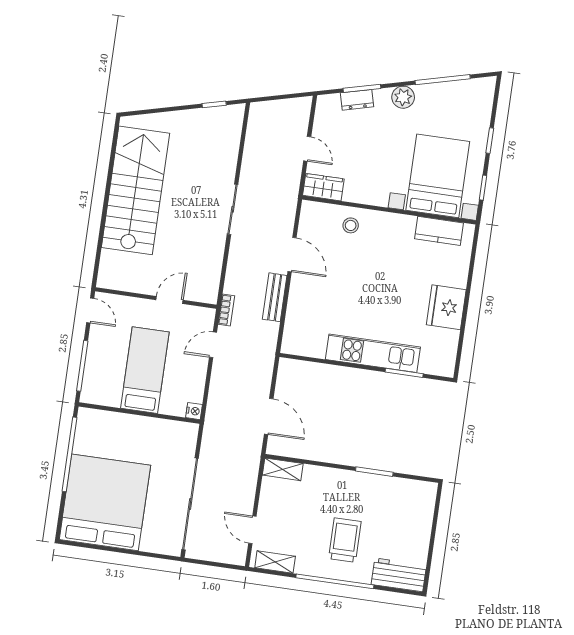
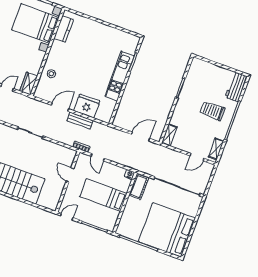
fridge: (446, 307) -> (87, 106), moved, turned 180
cot: (175, 432) -> (139, 187), added

